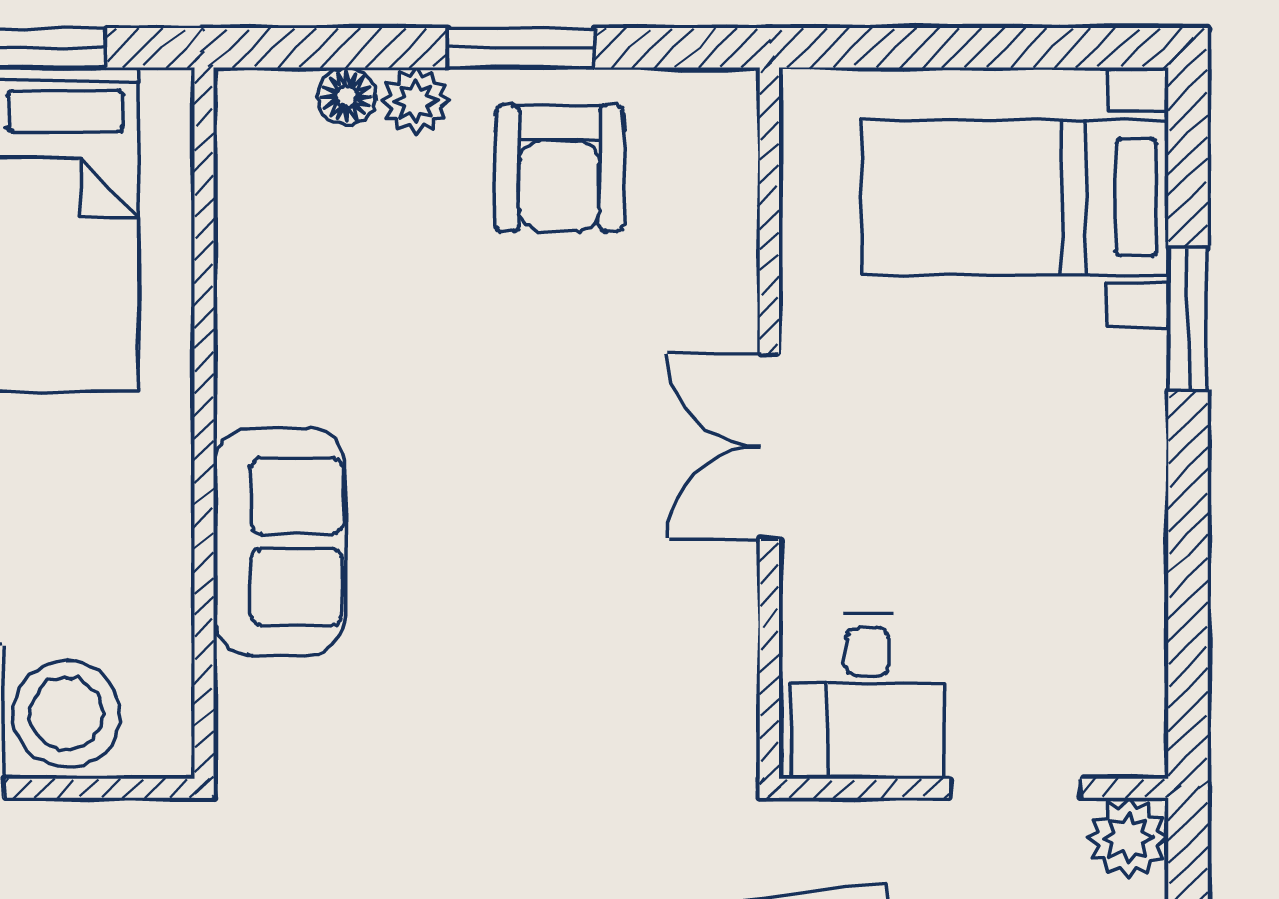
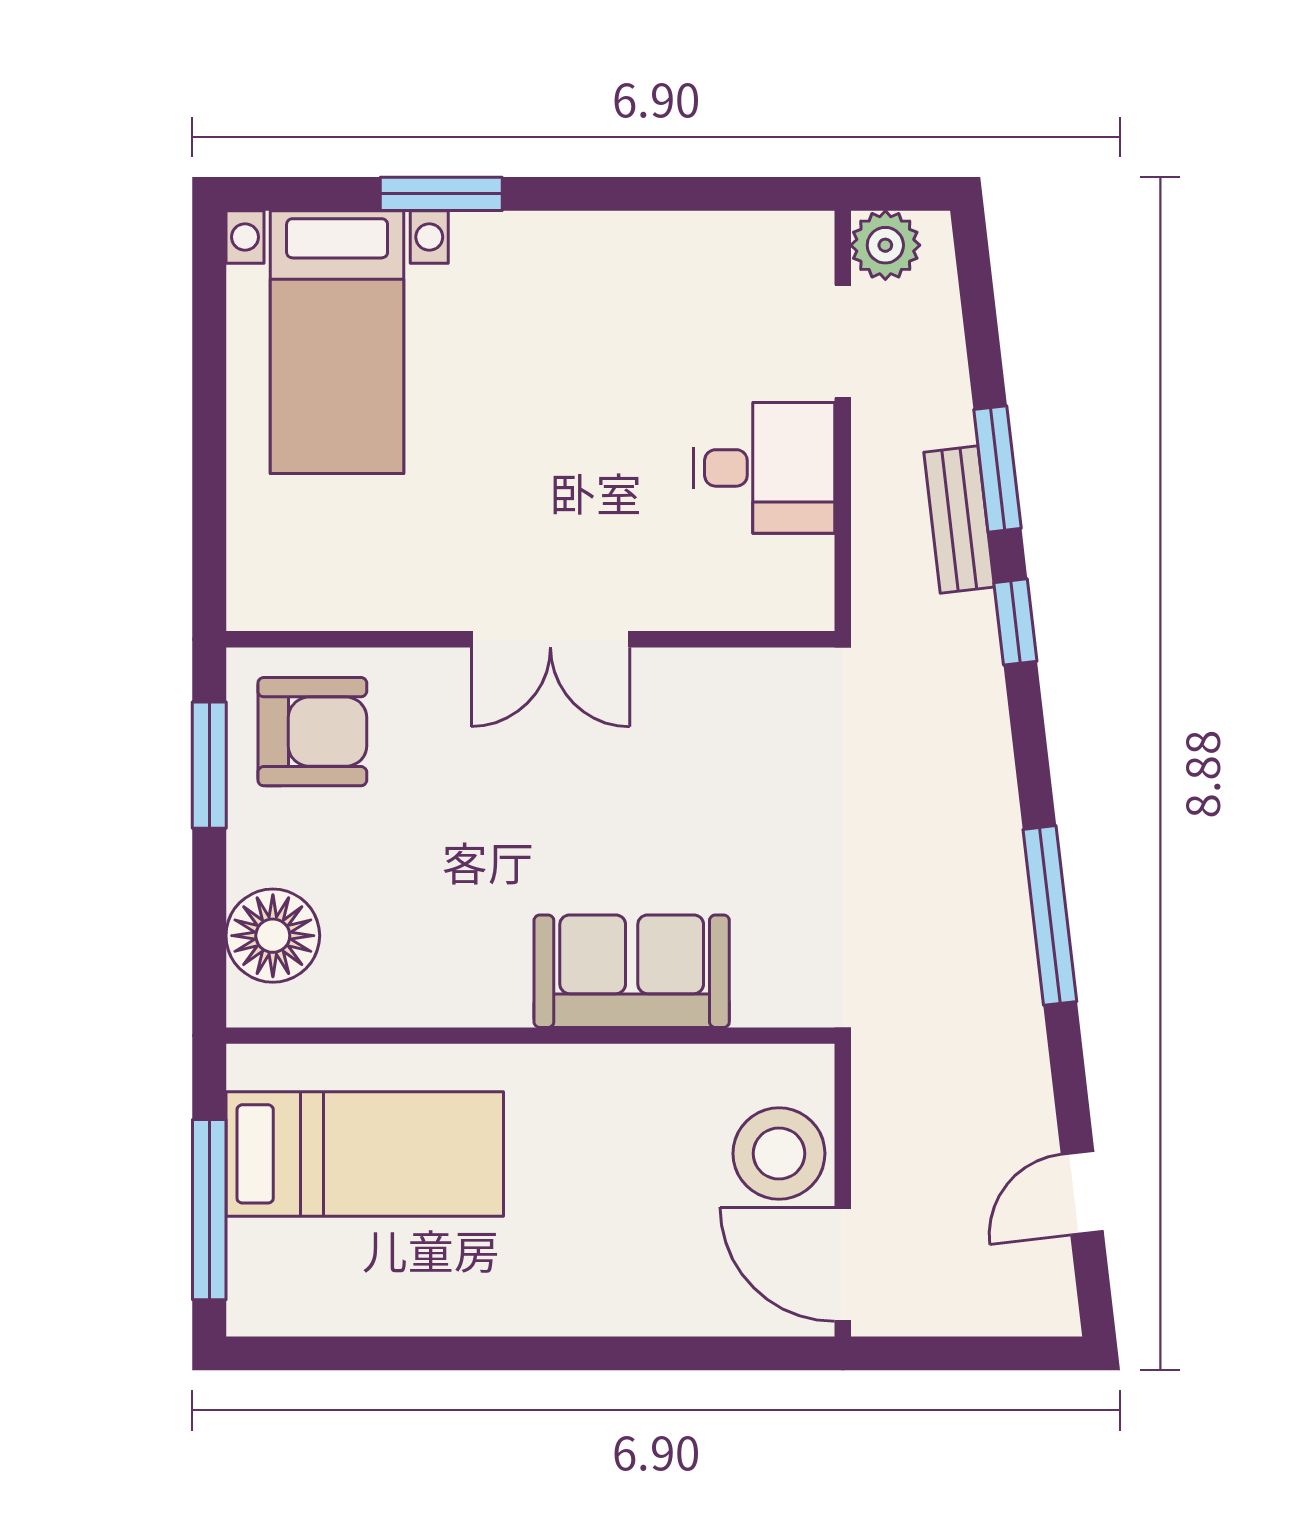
floor lamp: (347, 96) -> (273, 936), width x1.89, depth x1.89
plant: (415, 101) -> (255, 855), removed
wall: (769, 423) -> (530, 639), moved
double door: (769, 447) -> (550, 639), moved

